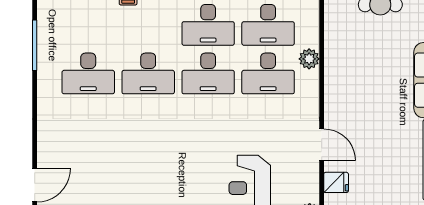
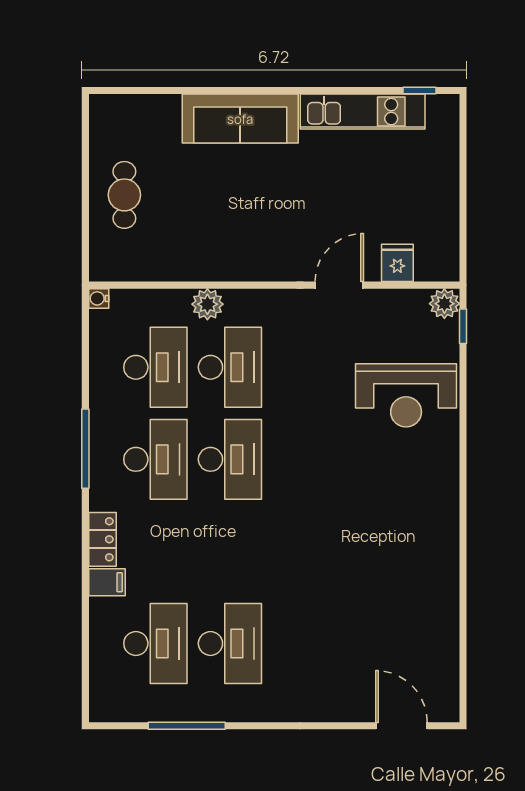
desk: (148, 73) -> (155, 643), moved

